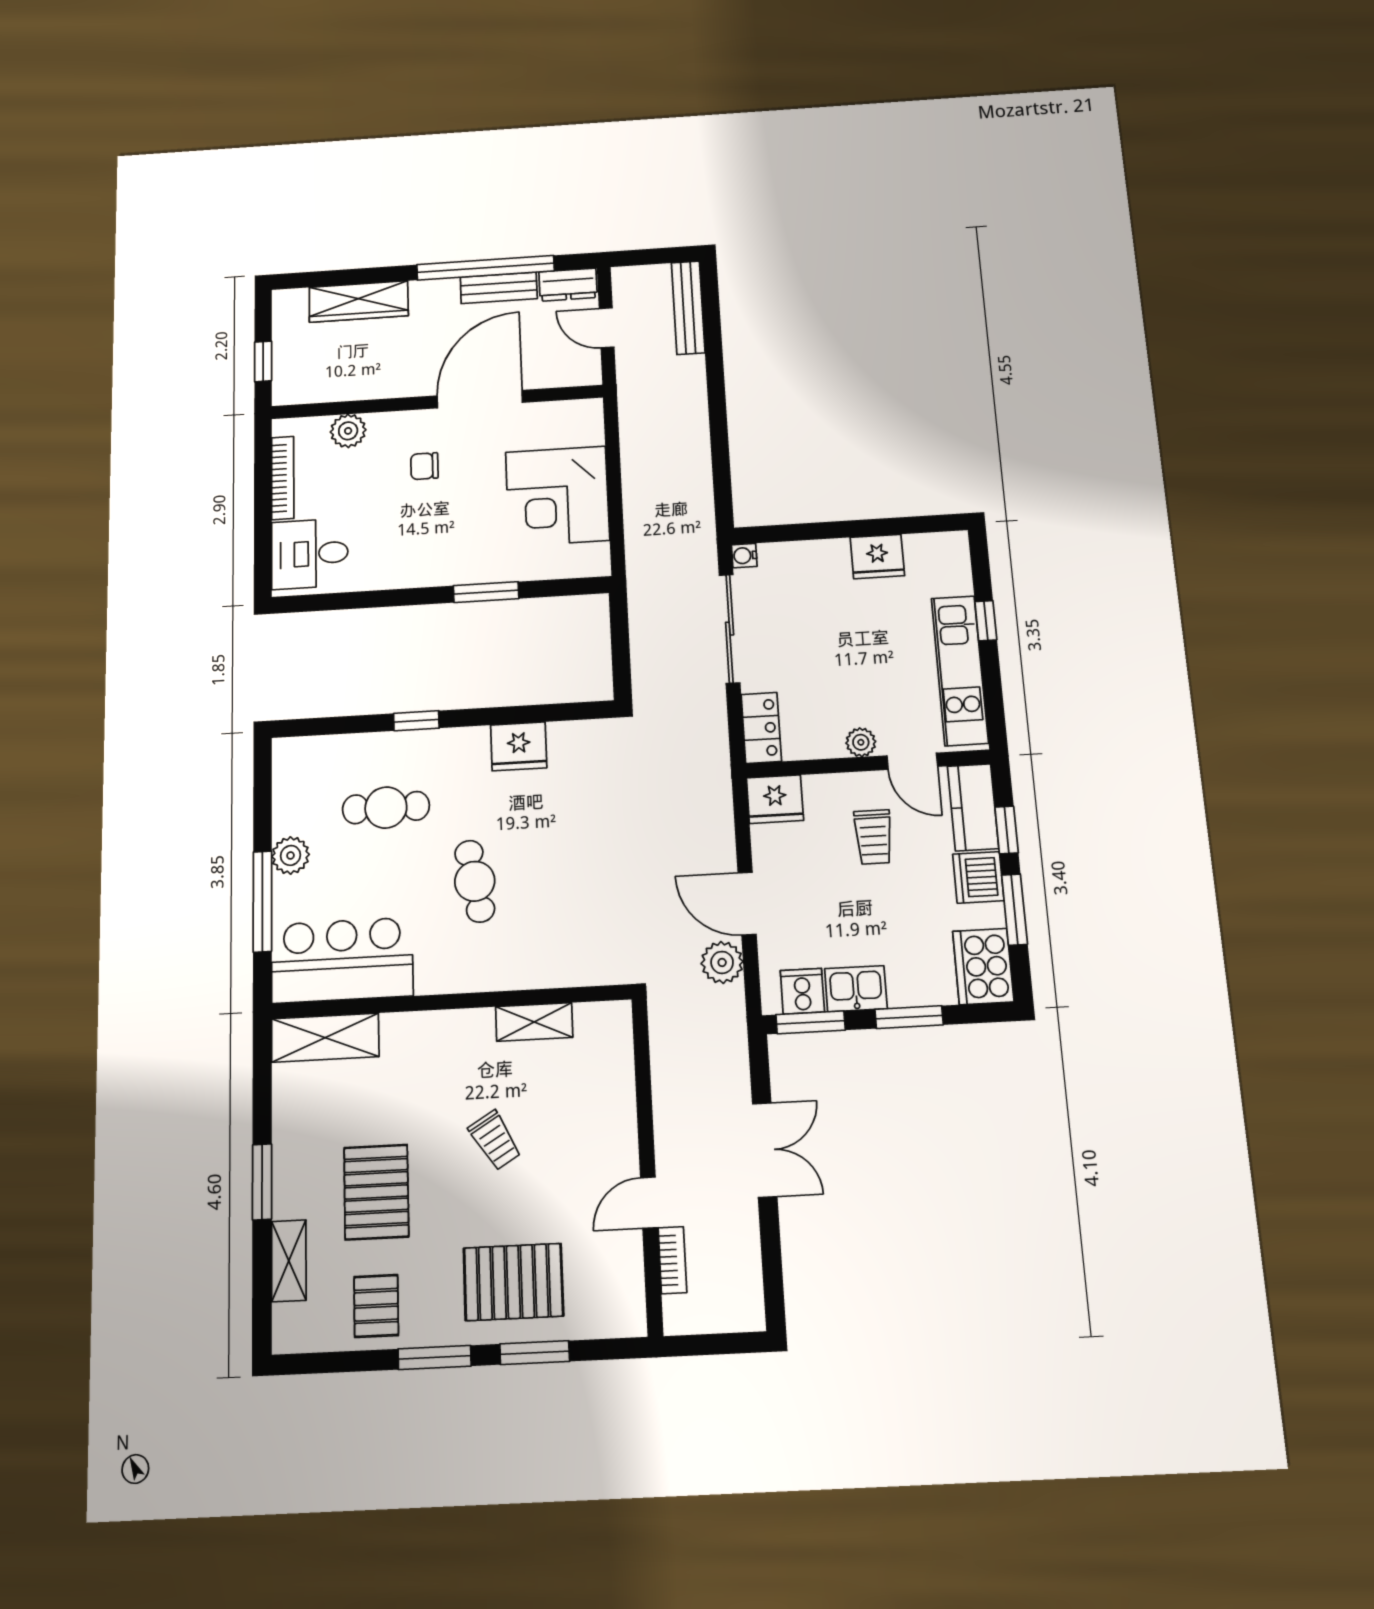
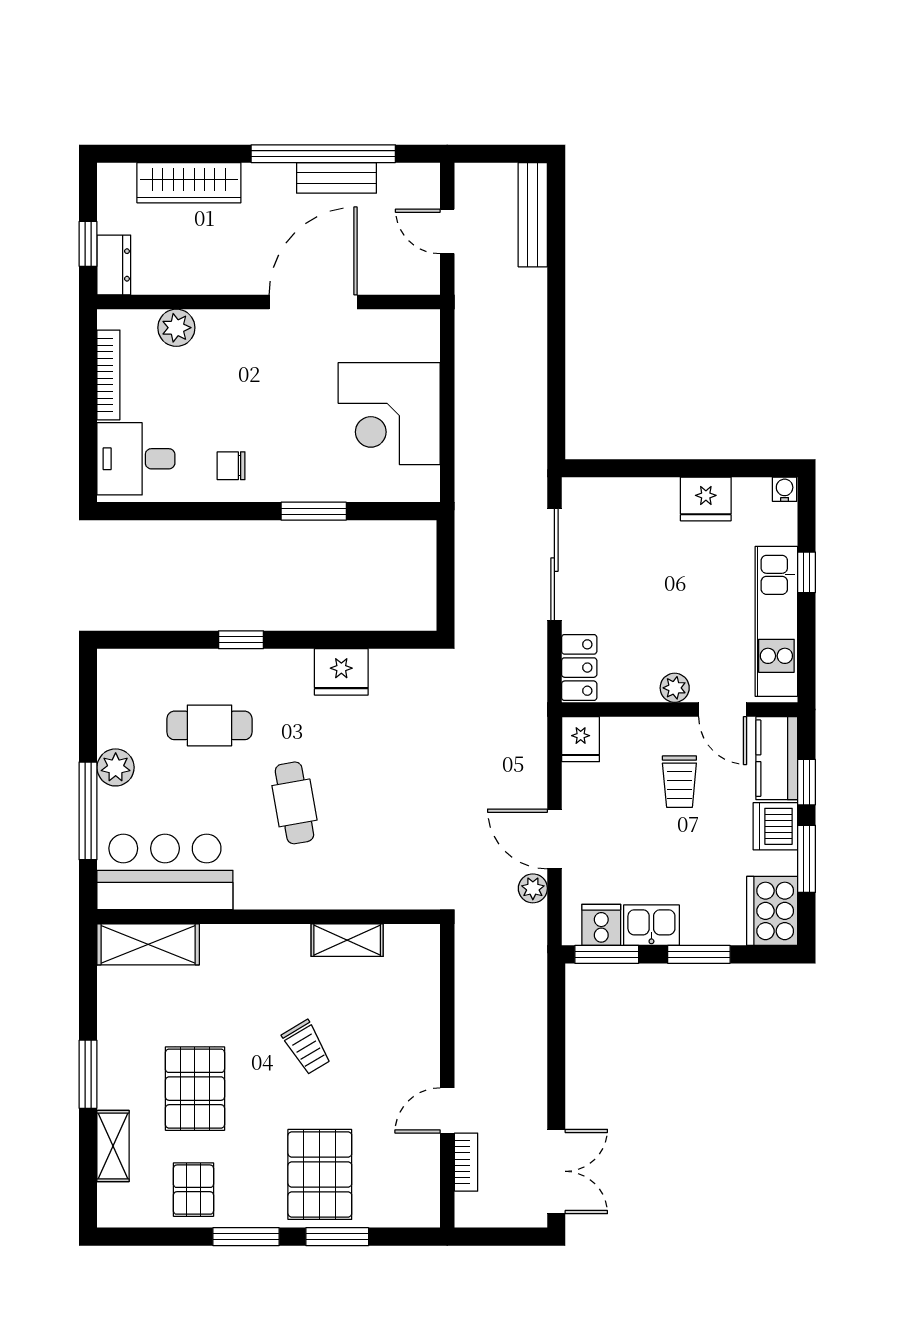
dresser: (568, 285) -> (114, 265), moved, turned -90
chair: (424, 466) -> (231, 466), moved
water cooler: (744, 556) -> (785, 489), moved, turned 90
fridge: (775, 799) -> (581, 739), width x0.72
plant: (722, 962) -> (533, 888), width x0.73, depth x0.73
double door: (765, 1150) -> (556, 1171), moved
pallet: (513, 1282) -> (320, 1174), turned 90

